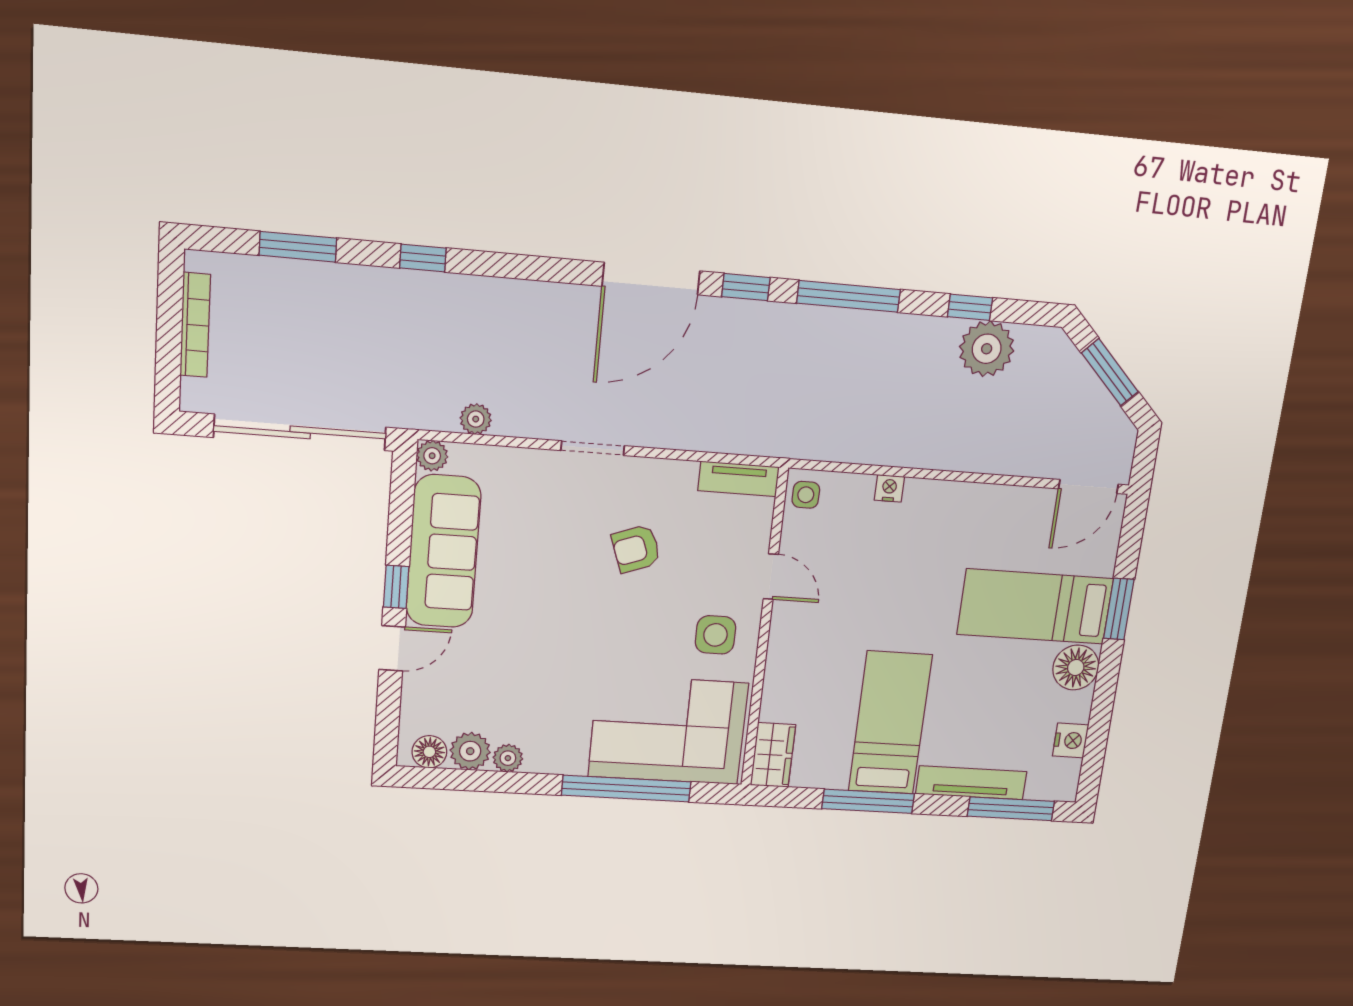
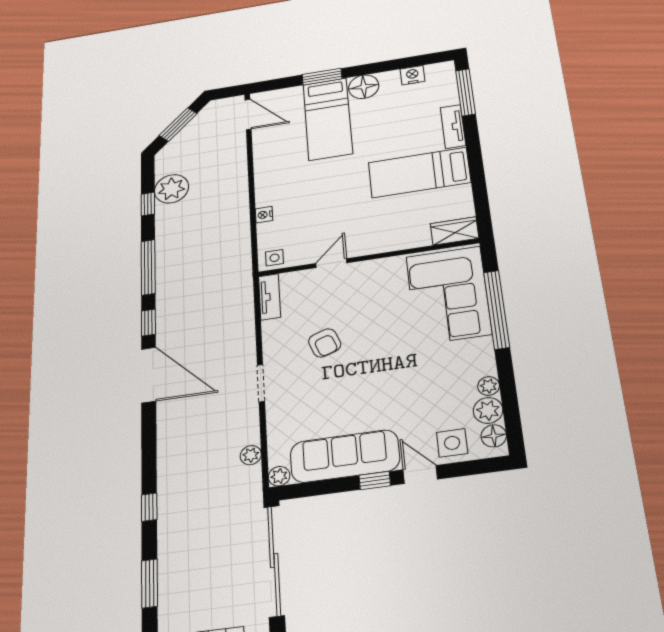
side table: (715, 635) -> (452, 443), moved
tv unit: (971, 783) -> (453, 127), width x0.71
window: (868, 801) -> (477, 170), removed

